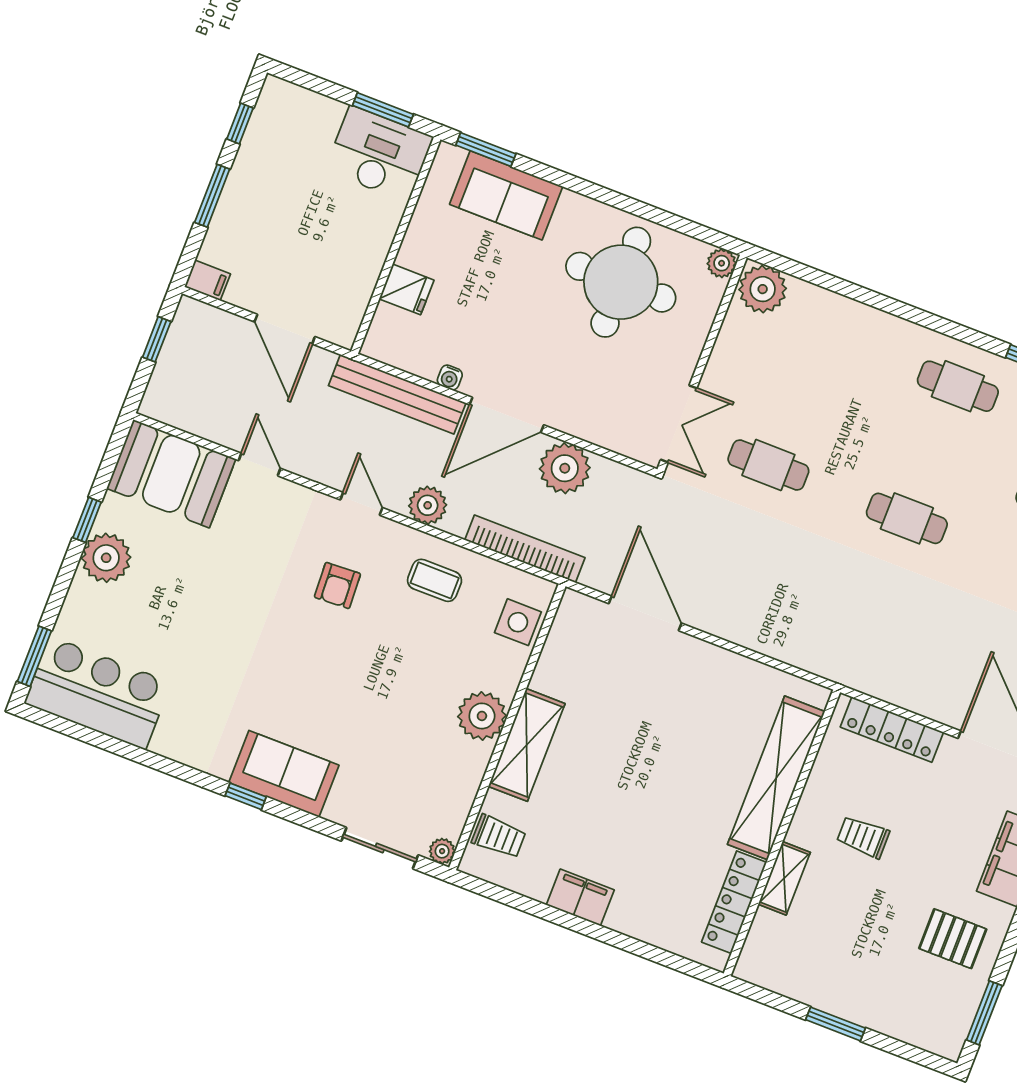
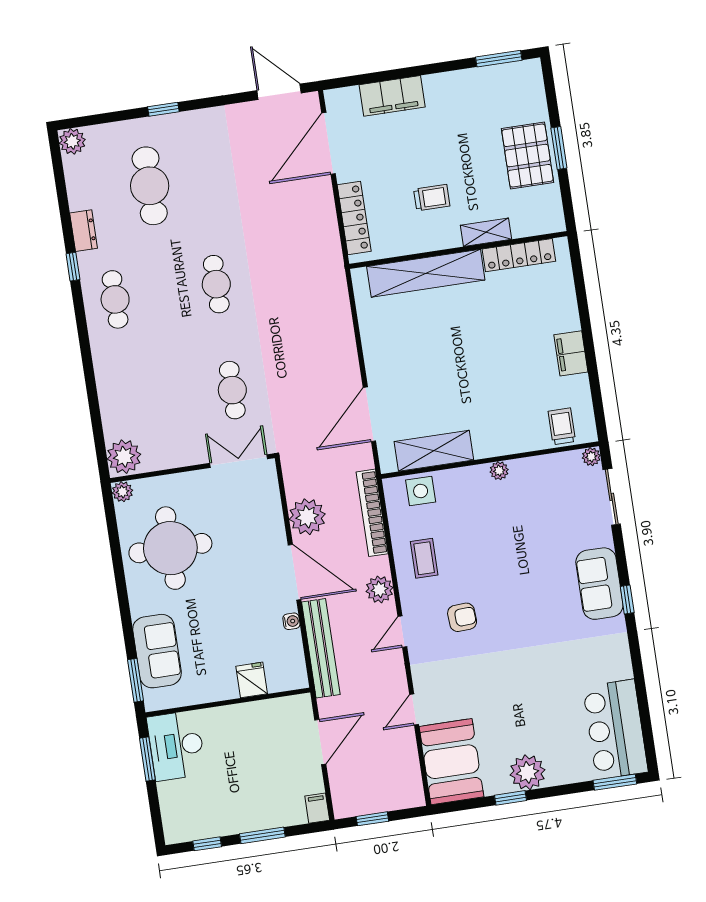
plant: (482, 716) -> (499, 471), width x0.53, depth x0.53
shelving: (527, 745) -> (434, 451), moved
trolley: (863, 837) -> (432, 198), turned -90
pallet: (953, 939) -> (527, 156), moved, width x1.50, depth x1.42

